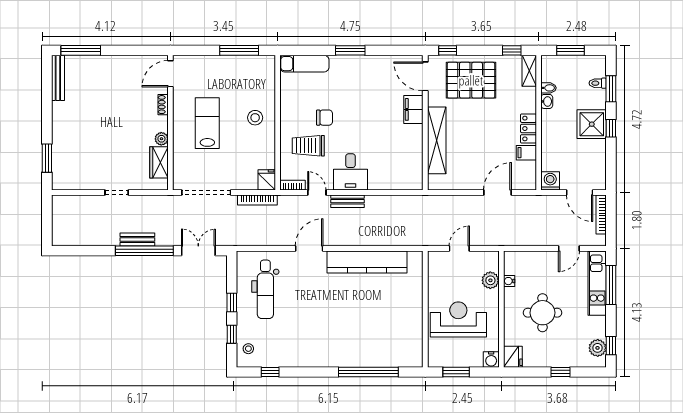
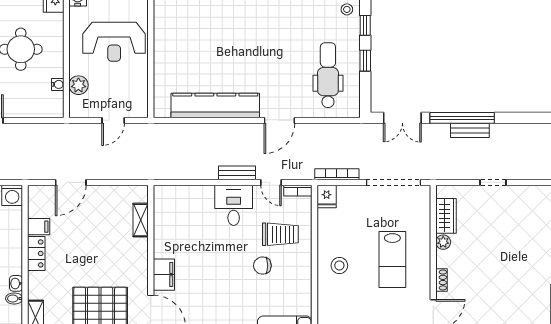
shelving: (437, 140) -> (141, 220), width x0.45, depth x0.75

